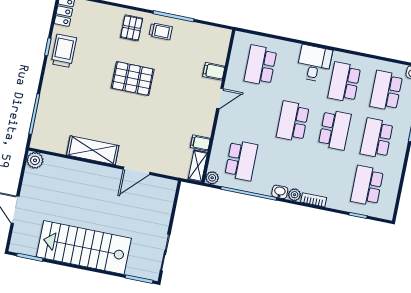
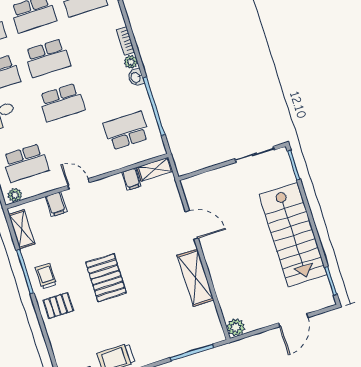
shelving: (209, 33) -> (22, 229), added
school desk: (335, 130) -> (48, 58), turned 180
plant: (212, 178) -> (15, 195), moved

